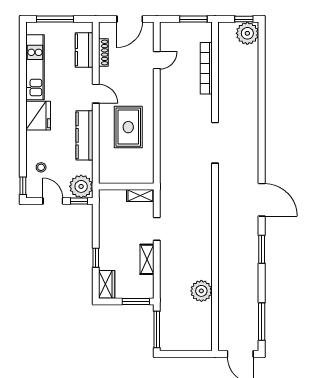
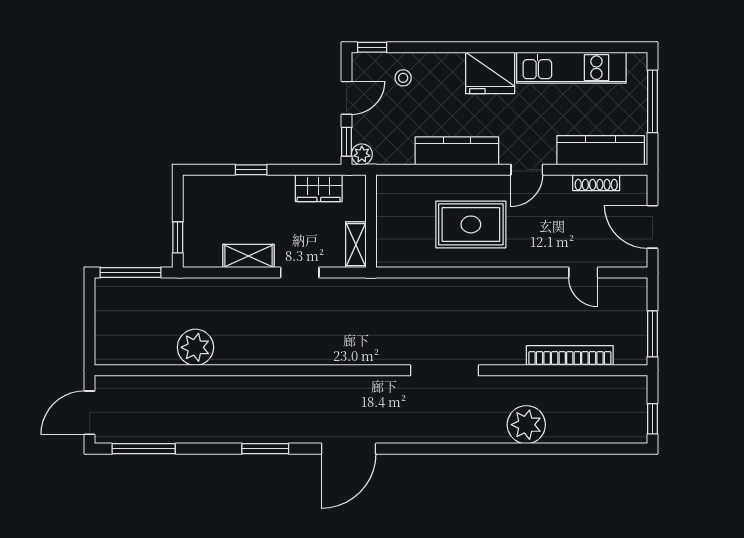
plant: (247, 33) -> (526, 425), moved
kitchen counter: (84, 50) -> (601, 150), width x1.50
plant: (81, 186) -> (362, 154), width x0.53, depth x0.53
wardrobe: (107, 284) -> (319, 188), moved
window: (136, 301) -> (178, 237), width x0.67

